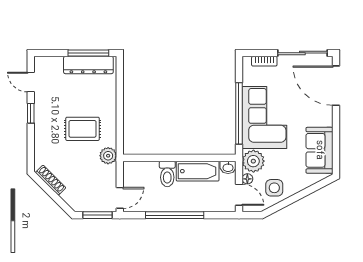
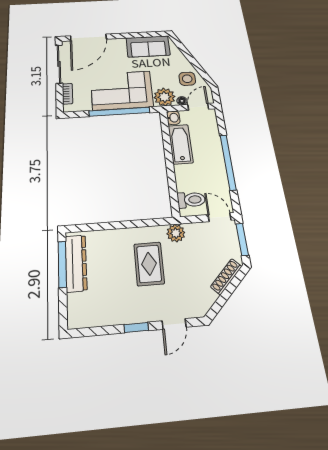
door: (31, 82) -> (174, 324), moved
toilet: (167, 174) -> (191, 200), moved
shoe rack: (51, 180) -> (226, 277), moved

